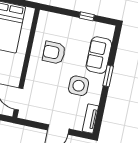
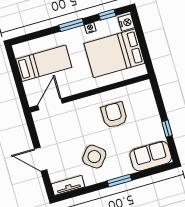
sofa: (99, 55) -> (151, 156), moved
side table: (79, 86) -> (94, 157), turned 38

